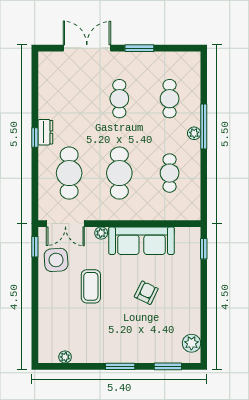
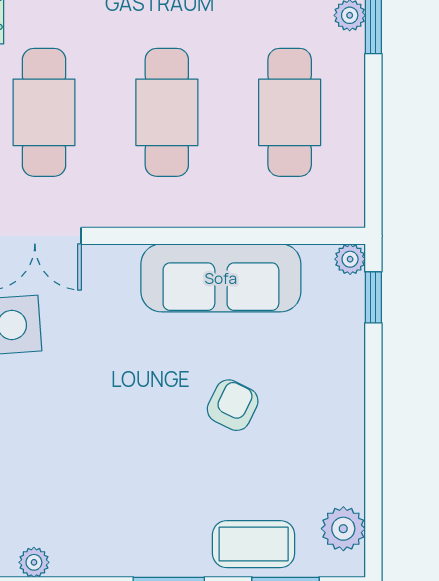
cafe table: (170, 173) -> (290, 112), width x1.37, depth x1.35
plant: (101, 233) -> (350, 259), moved
coffee table: (91, 286) -> (254, 544), moved, turned 90

